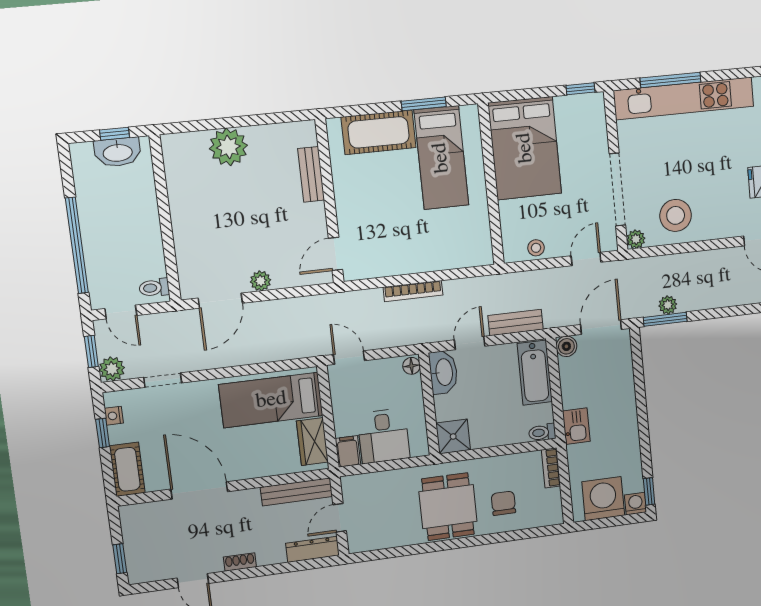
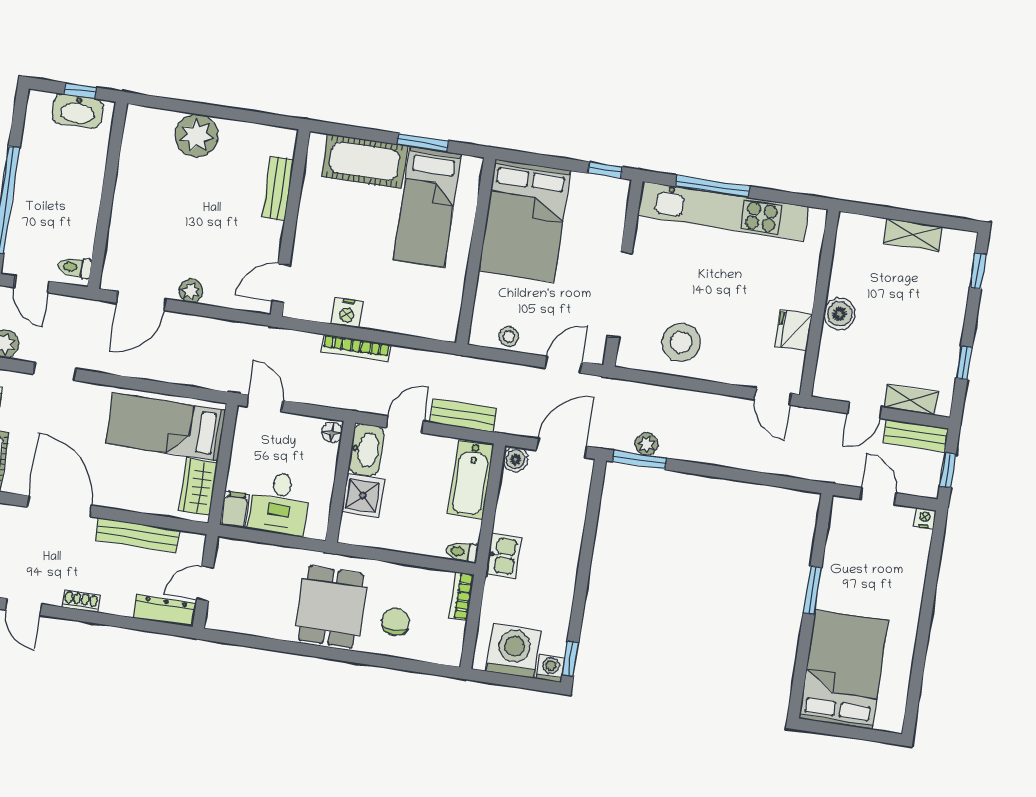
plant: (636, 239) -> (627, 357), removed
nightstand: (398, 264) -> (347, 313), added
shower: (453, 436) -> (363, 496), moved
bench: (296, 492) -> (137, 535), moved

